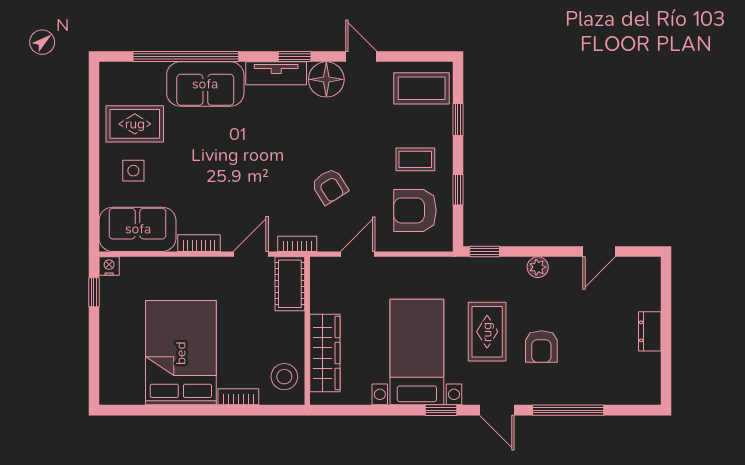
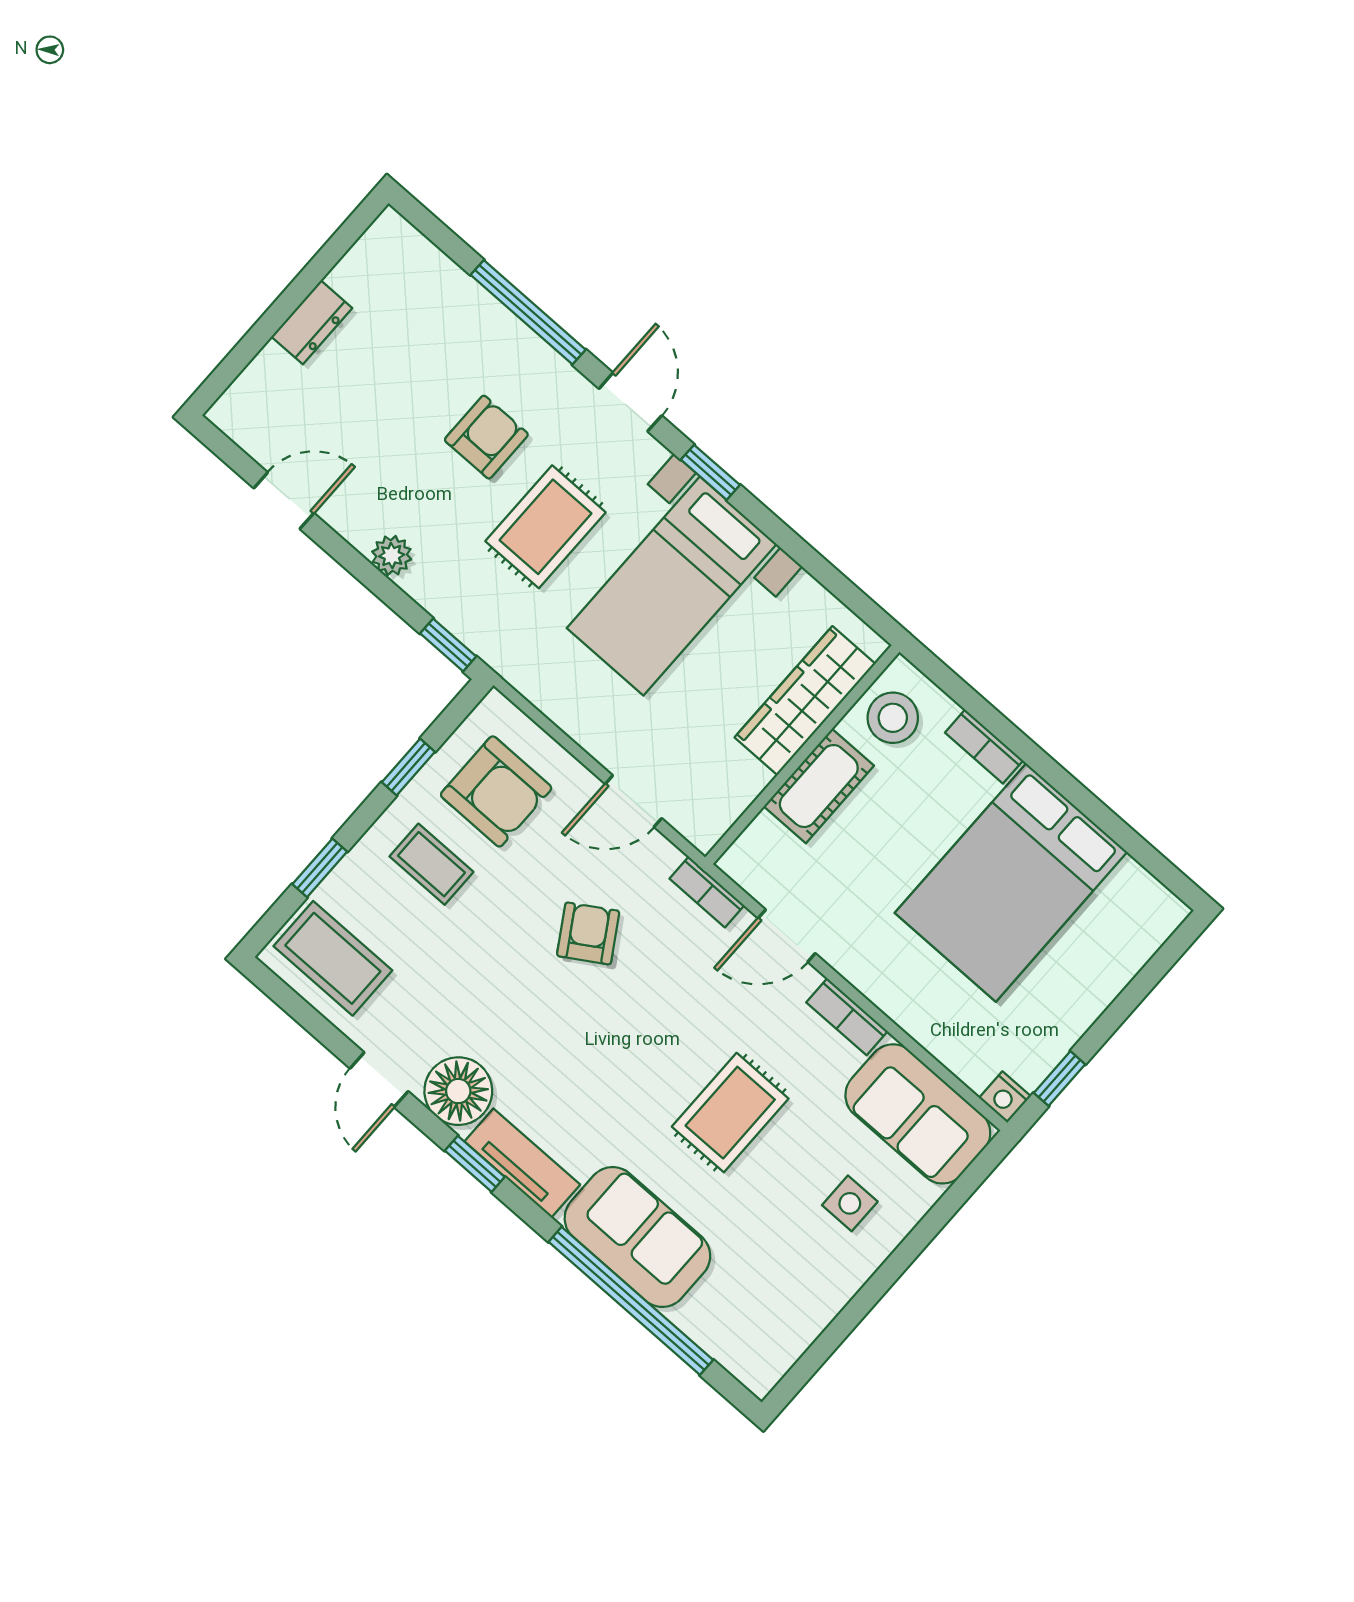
rug: (135, 124) -> (730, 1113), moved, turned 90
cot: (290, 284) -> (819, 786), moved

